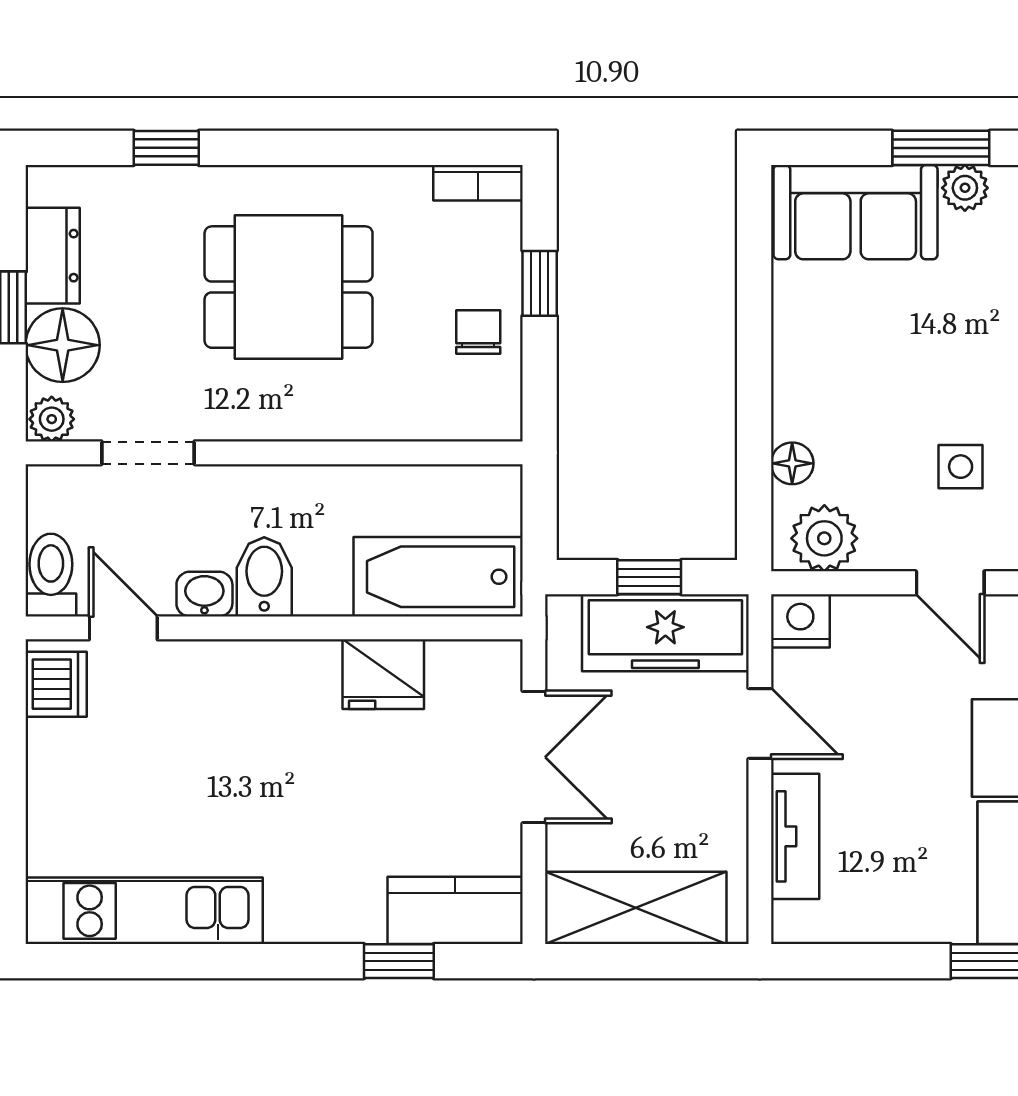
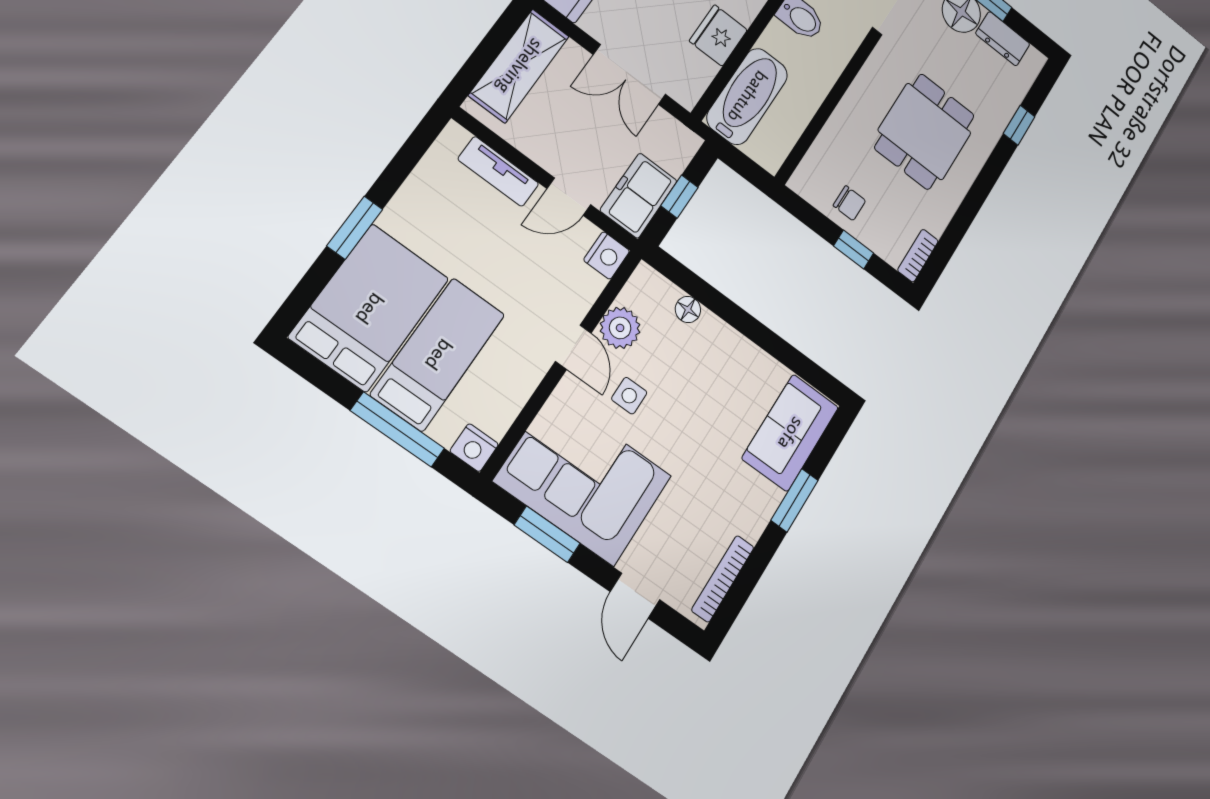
plant: (965, 188) -> (767, 499), removed
plant: (824, 538) -> (620, 328), moved
door: (950, 583) -> (573, 347), swing flipped
freezer: (665, 633) -> (639, 196), width x0.71

